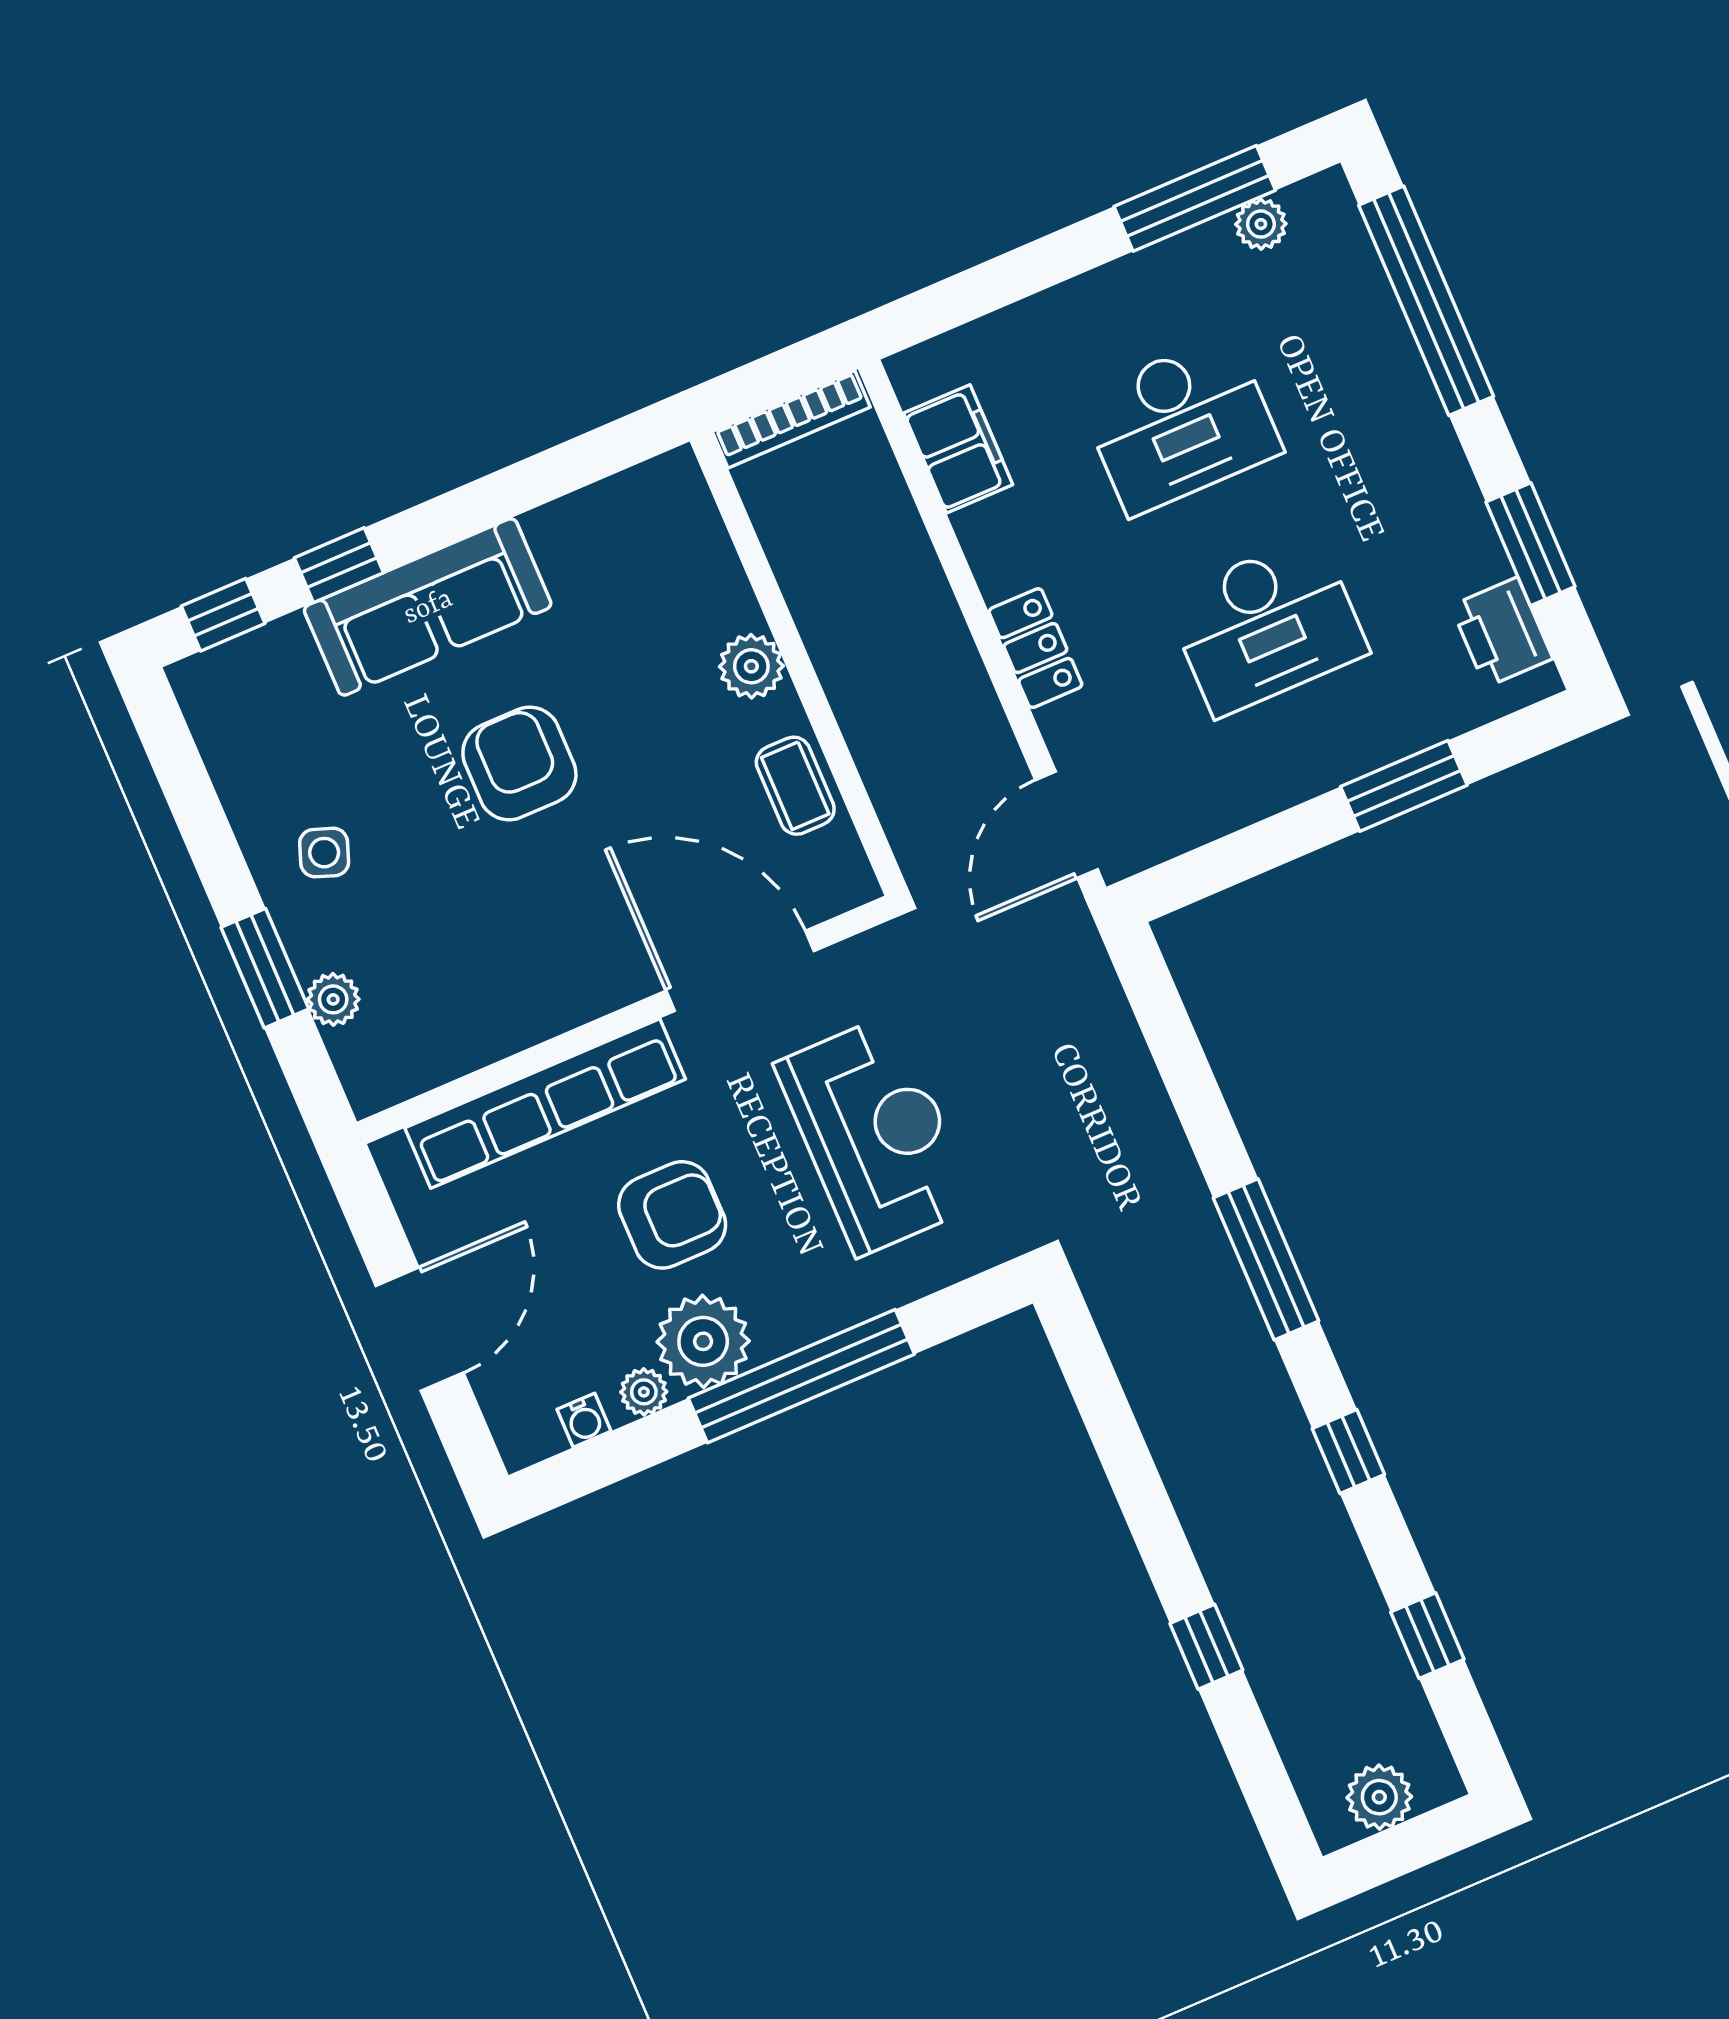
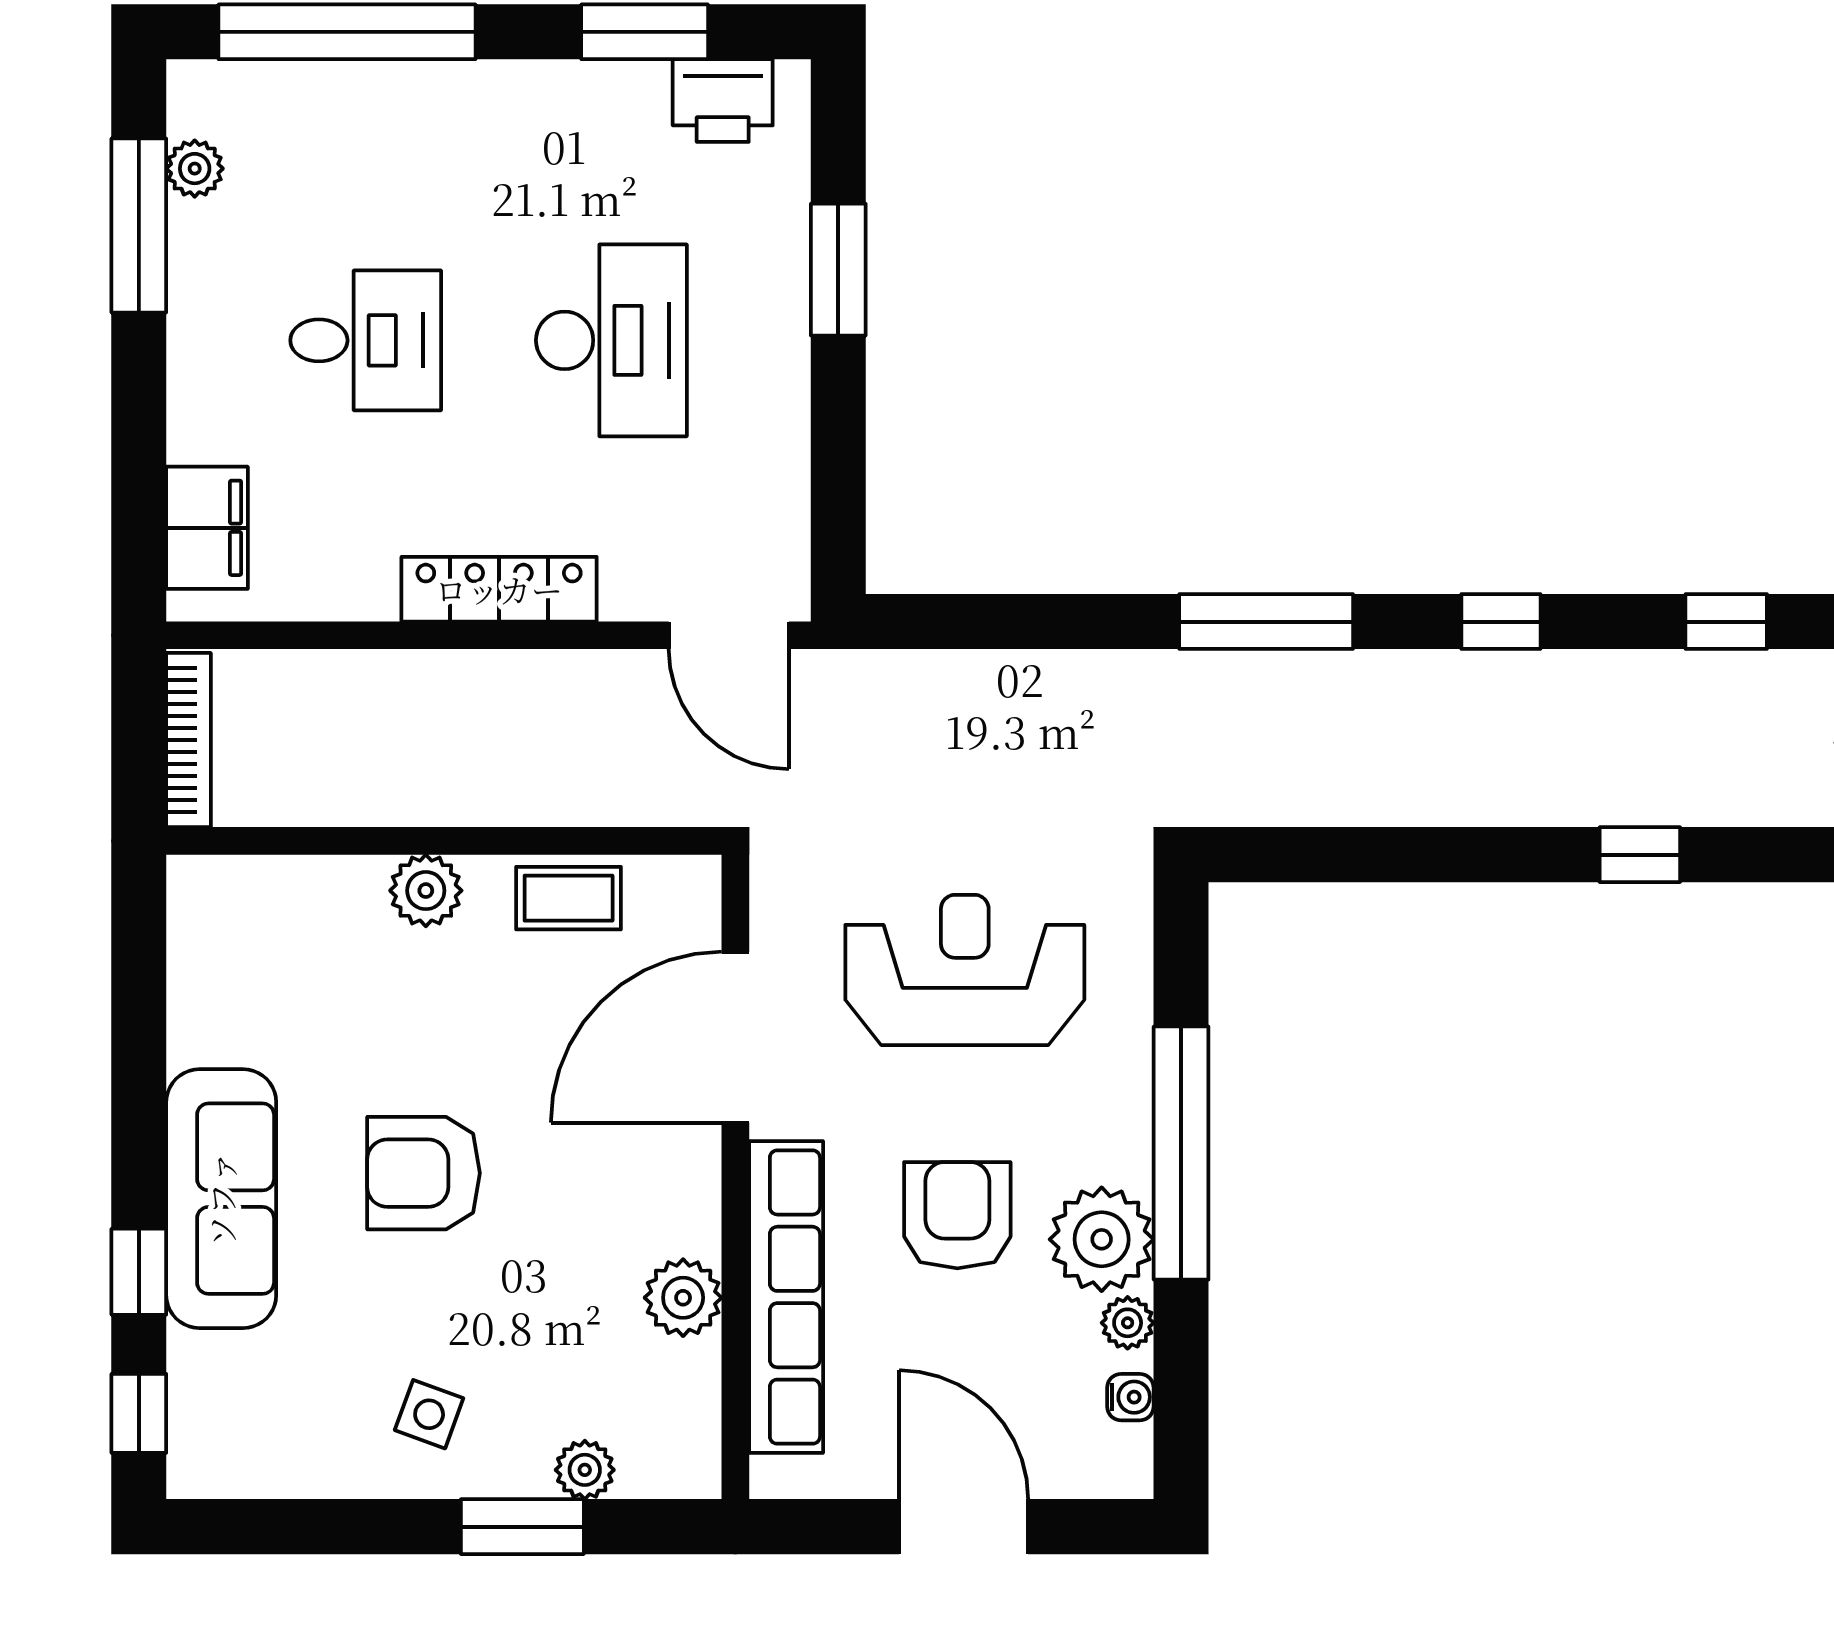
desk: (1180, 424) -> (366, 340), width x0.73
filing cabinet: (958, 449) -> (207, 528), moved, turned 90
locker: (1035, 648) -> (499, 589), width x1.53
plant: (509, 1019) -> (683, 1298), added

